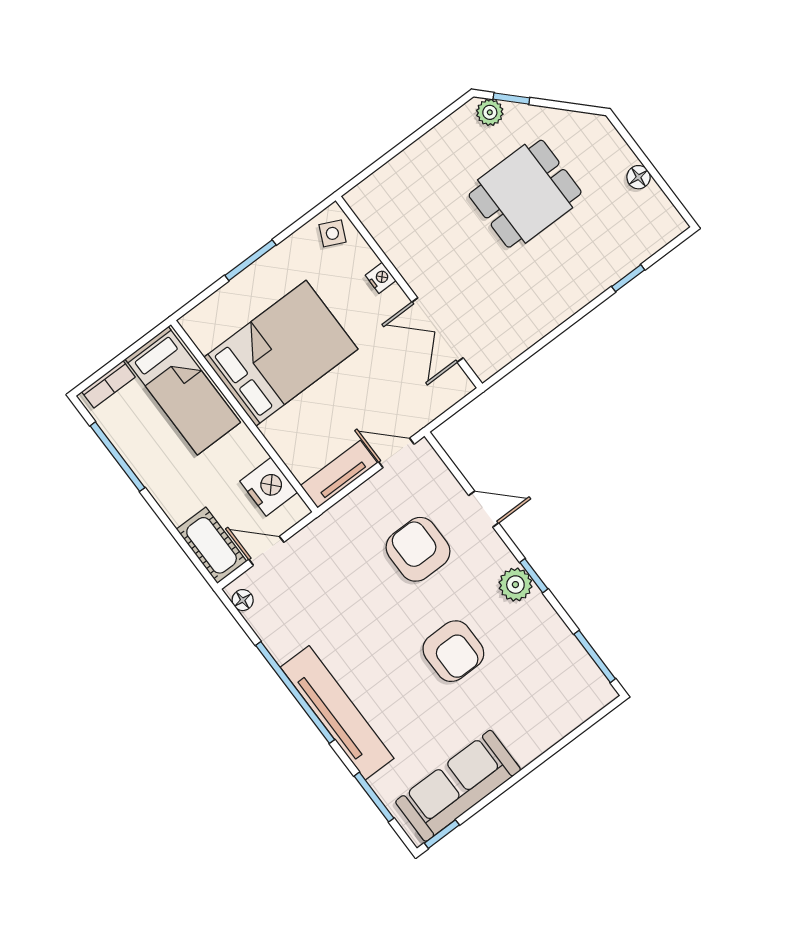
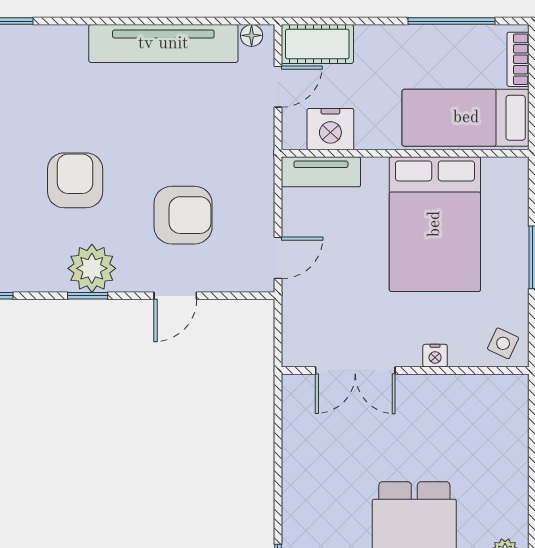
double door: (437, 330) -> (355, 370), swing flipped
tv unit: (339, 474) -> (321, 172), moved, turned 90
plant: (515, 585) -> (92, 268), width x1.36, depth x1.36
armchair: (453, 651) -> (75, 180), turned 90
window: (295, 692) -> (141, 21), removed
tv unit: (337, 713) -> (163, 44), moved

